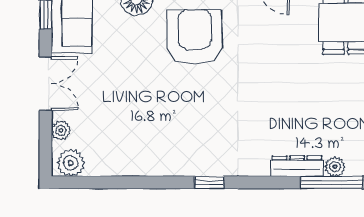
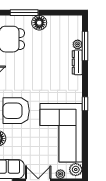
corner sofa: (148, 132) -> (61, 133), added

